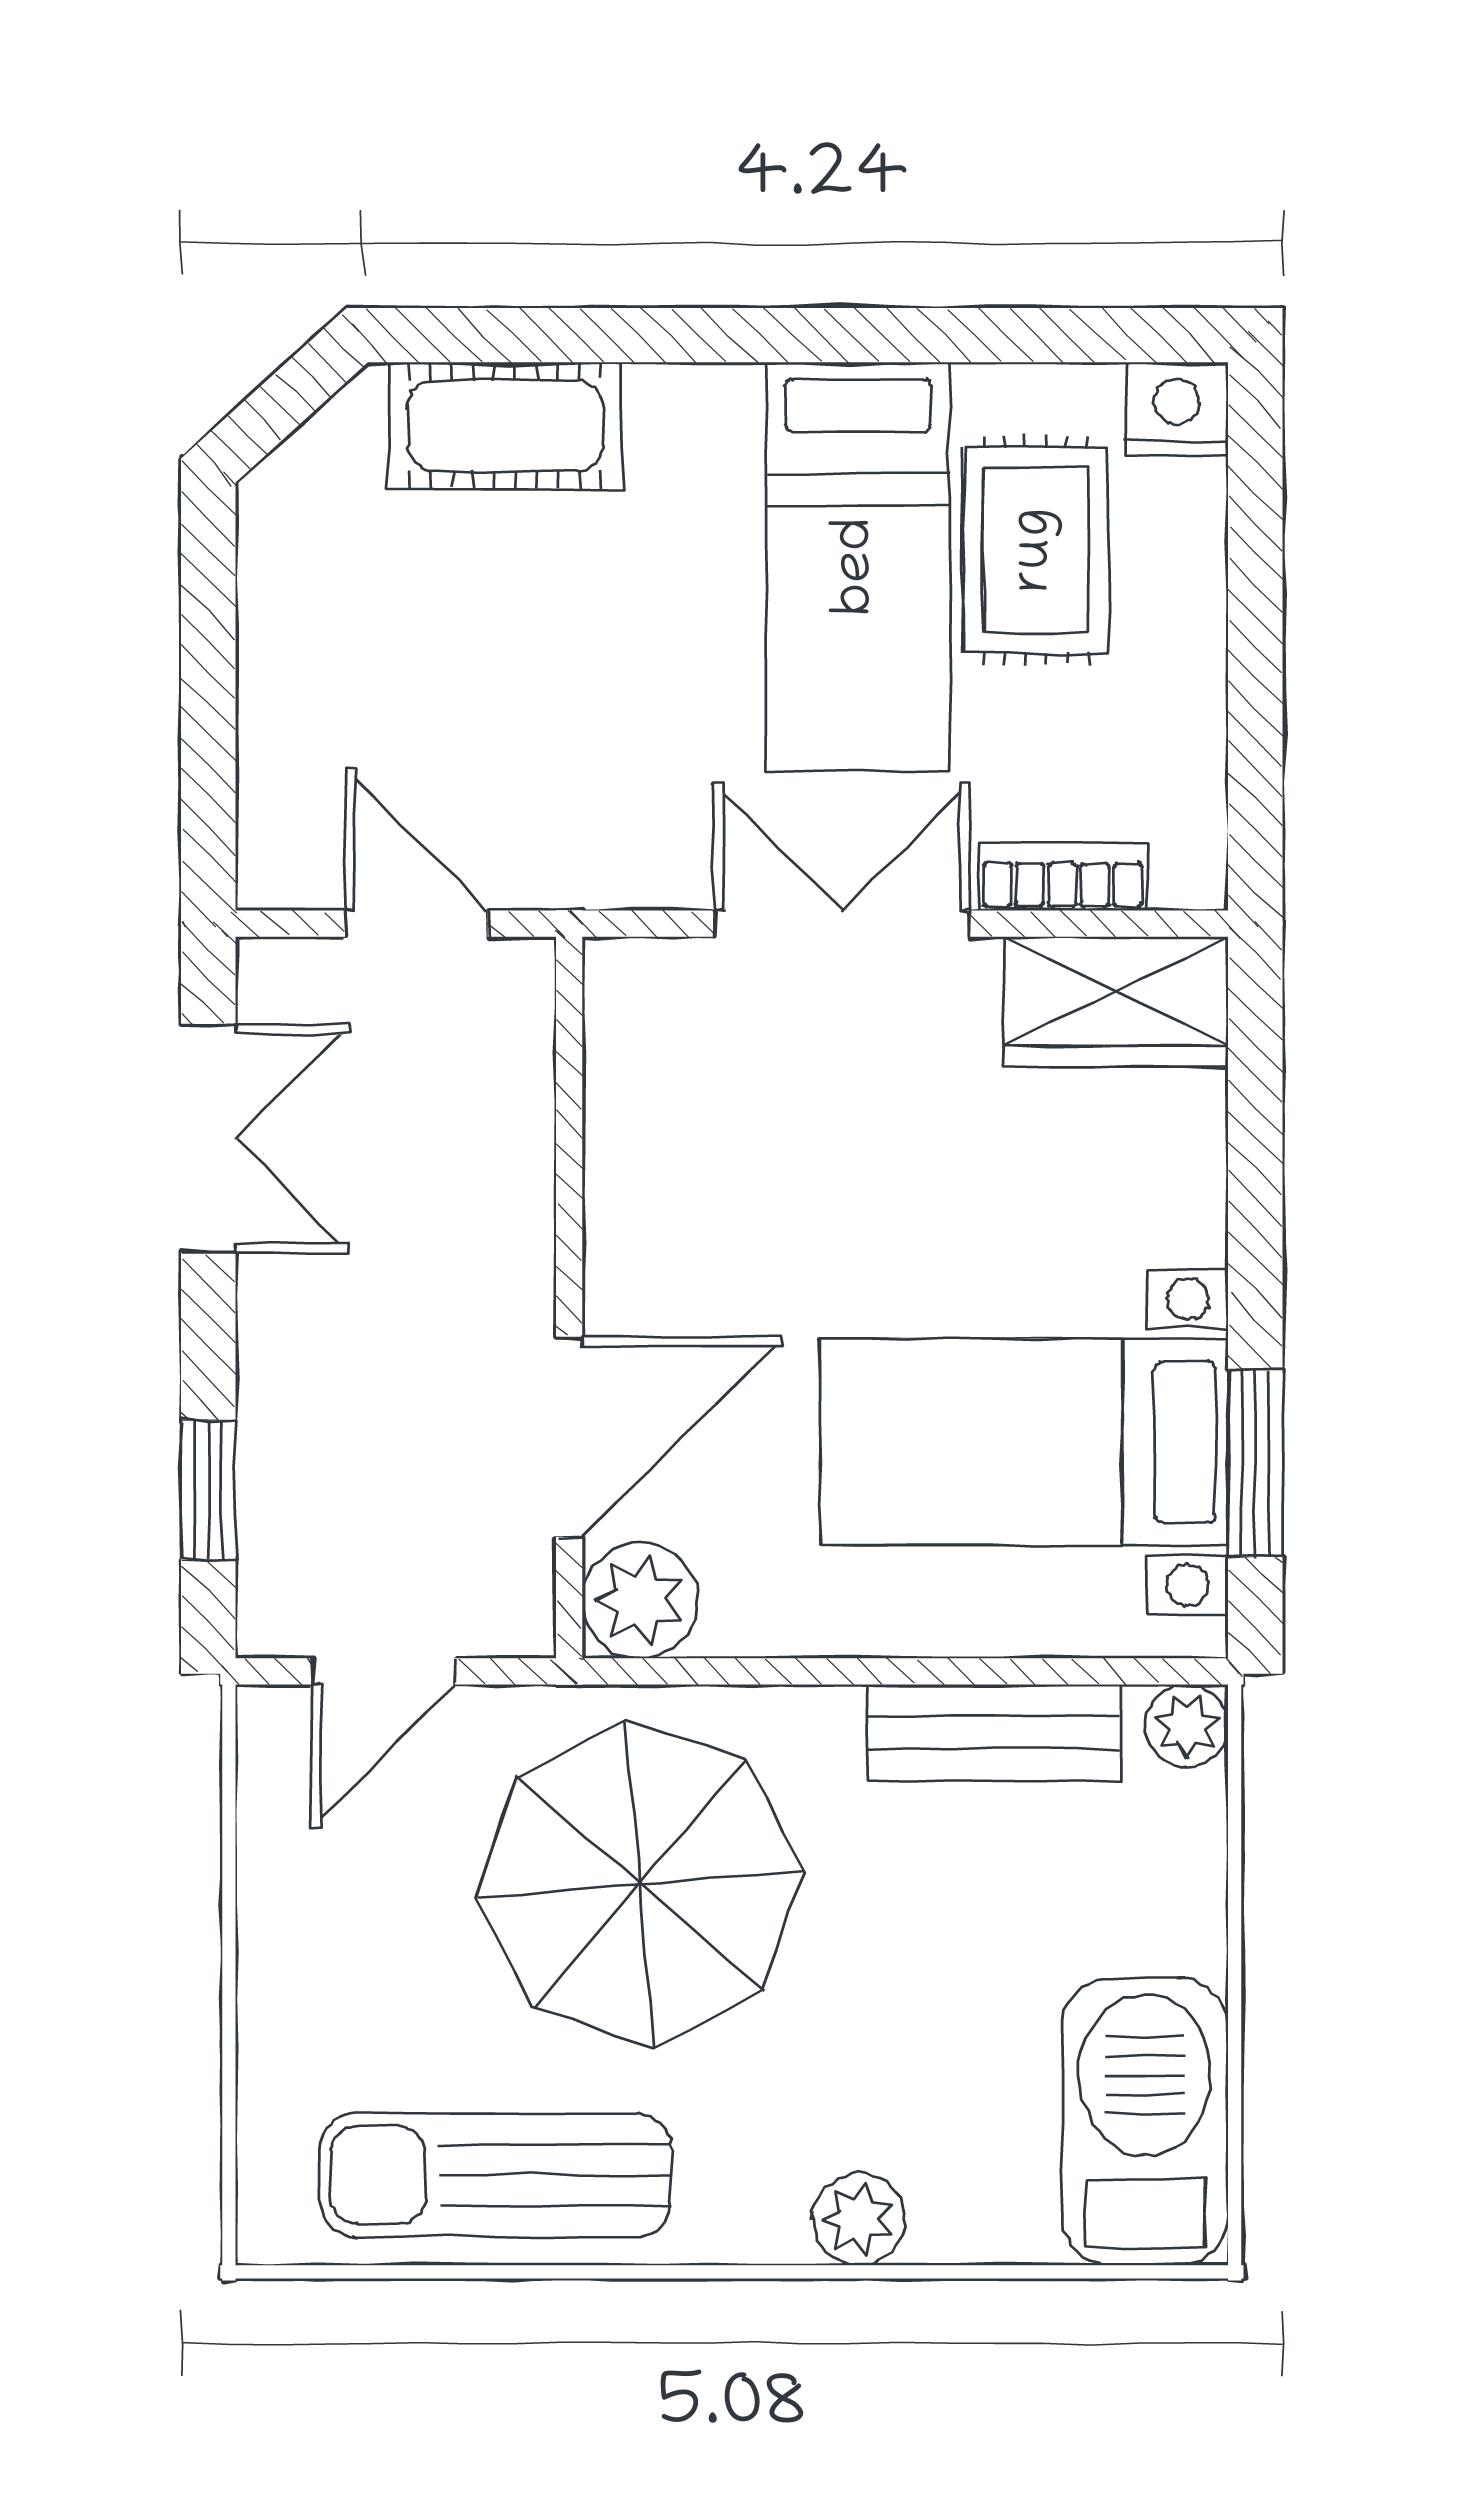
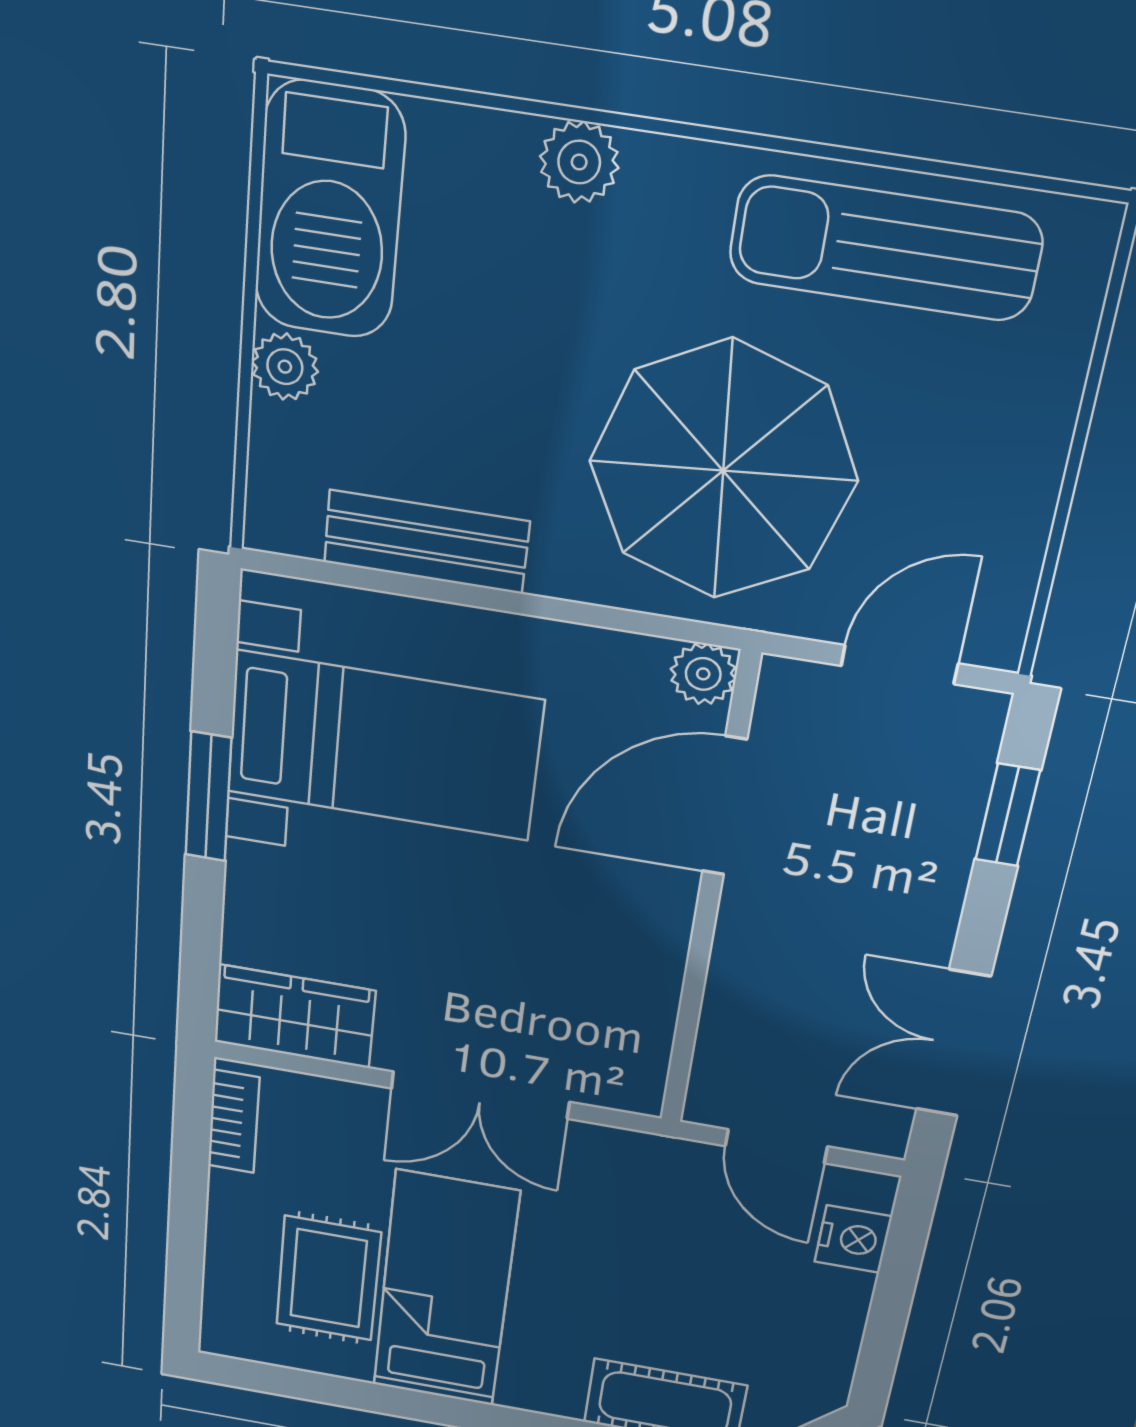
nightstand: (1177, 409) -> (853, 1239), moved, turned -90
bookcase: (1063, 877) -> (234, 1122), moved, turned -90
window: (1255, 1463) -> (208, 797), moved
plant: (640, 1601) -> (703, 674), width x0.73, depth x0.73
plant: (1187, 1726) -> (285, 367), moved
sun lounger: (496, 2175) -> (885, 248), turned 180

